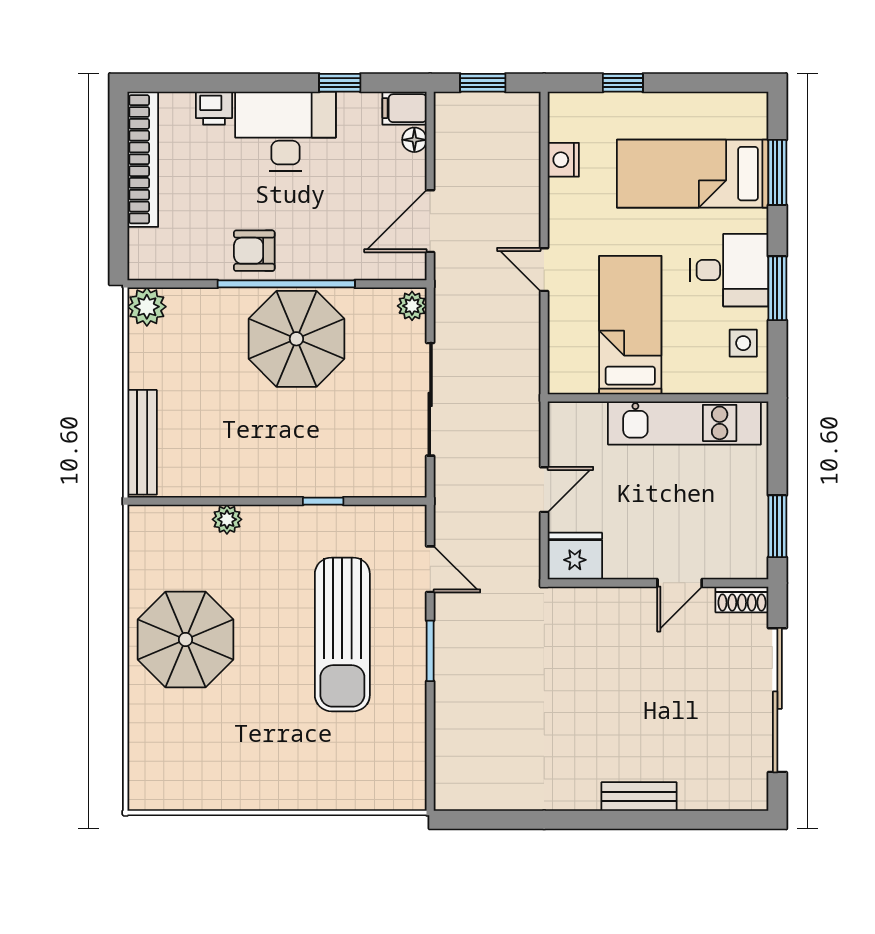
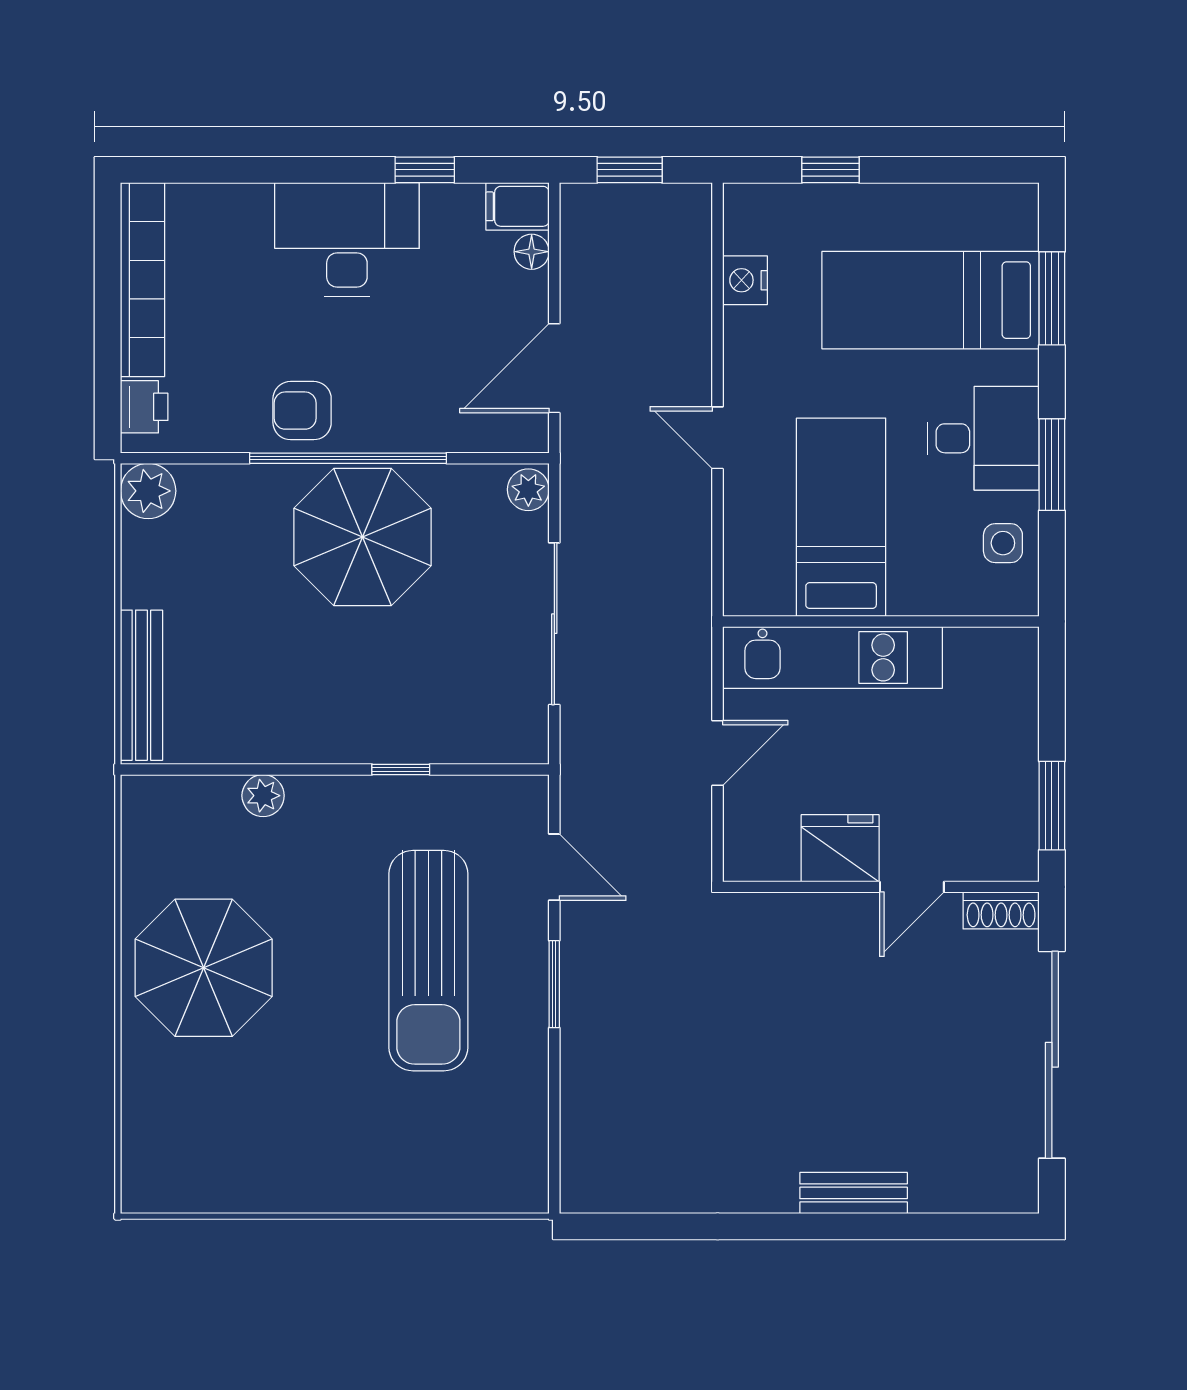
printer: (214, 108) -> (144, 407), moved, turned -90
kitchen unit: (684, 423) -> (833, 657), moved
fridge: (575, 556) -> (840, 848), moved

